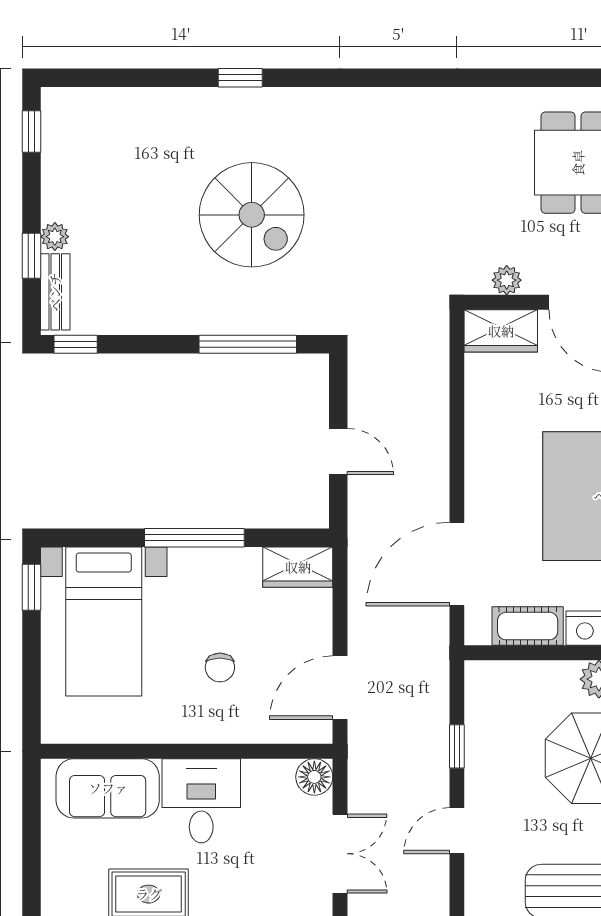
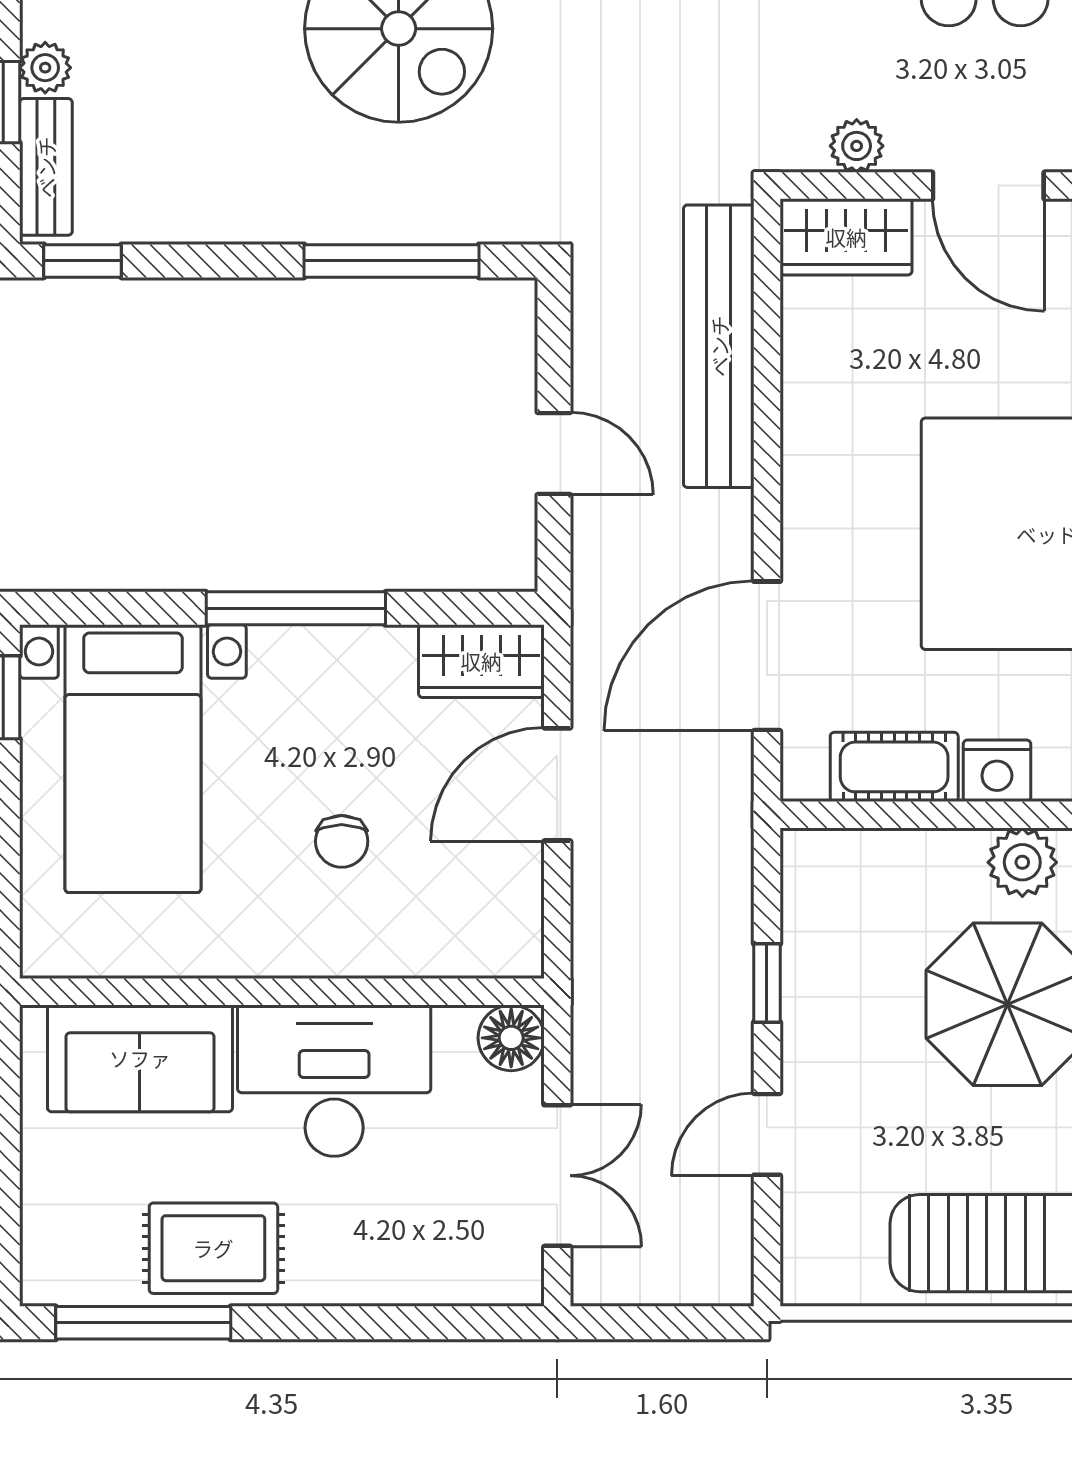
bench: (430, 392) -> (719, 346), added
door: (340, 688) -> (557, 784), moved
desk: (201, 801) -> (334, 1081), width x1.37

